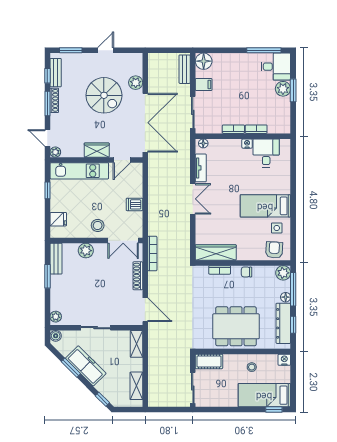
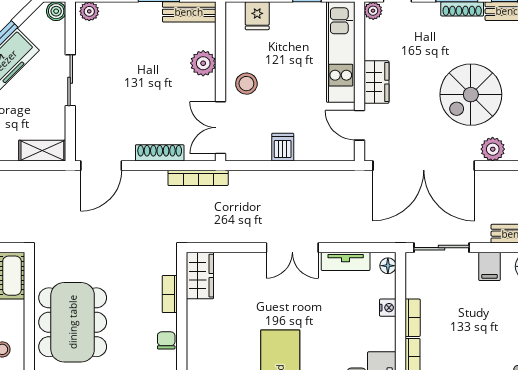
nightstand: (247, 144) -> (388, 308), moved
wardrobe: (216, 252) -> (200, 276), width x0.67

